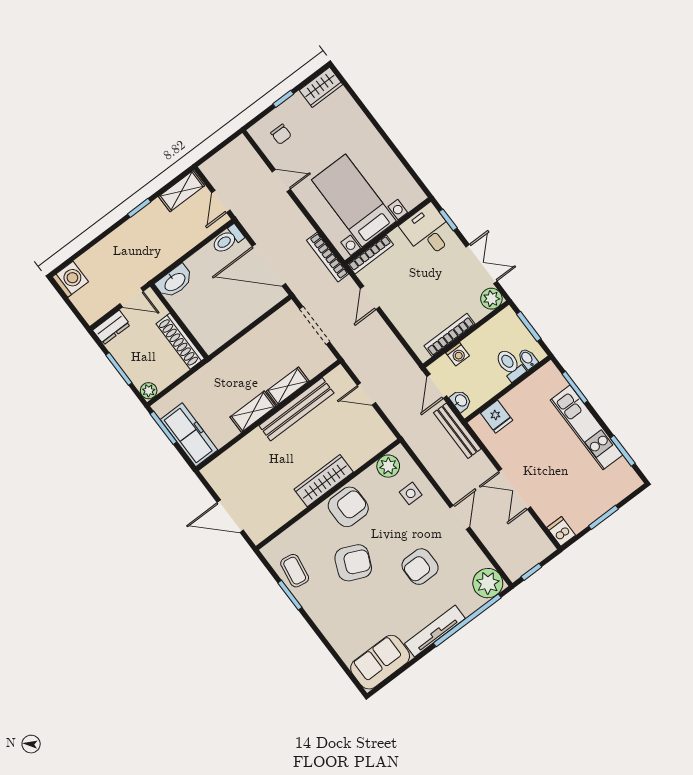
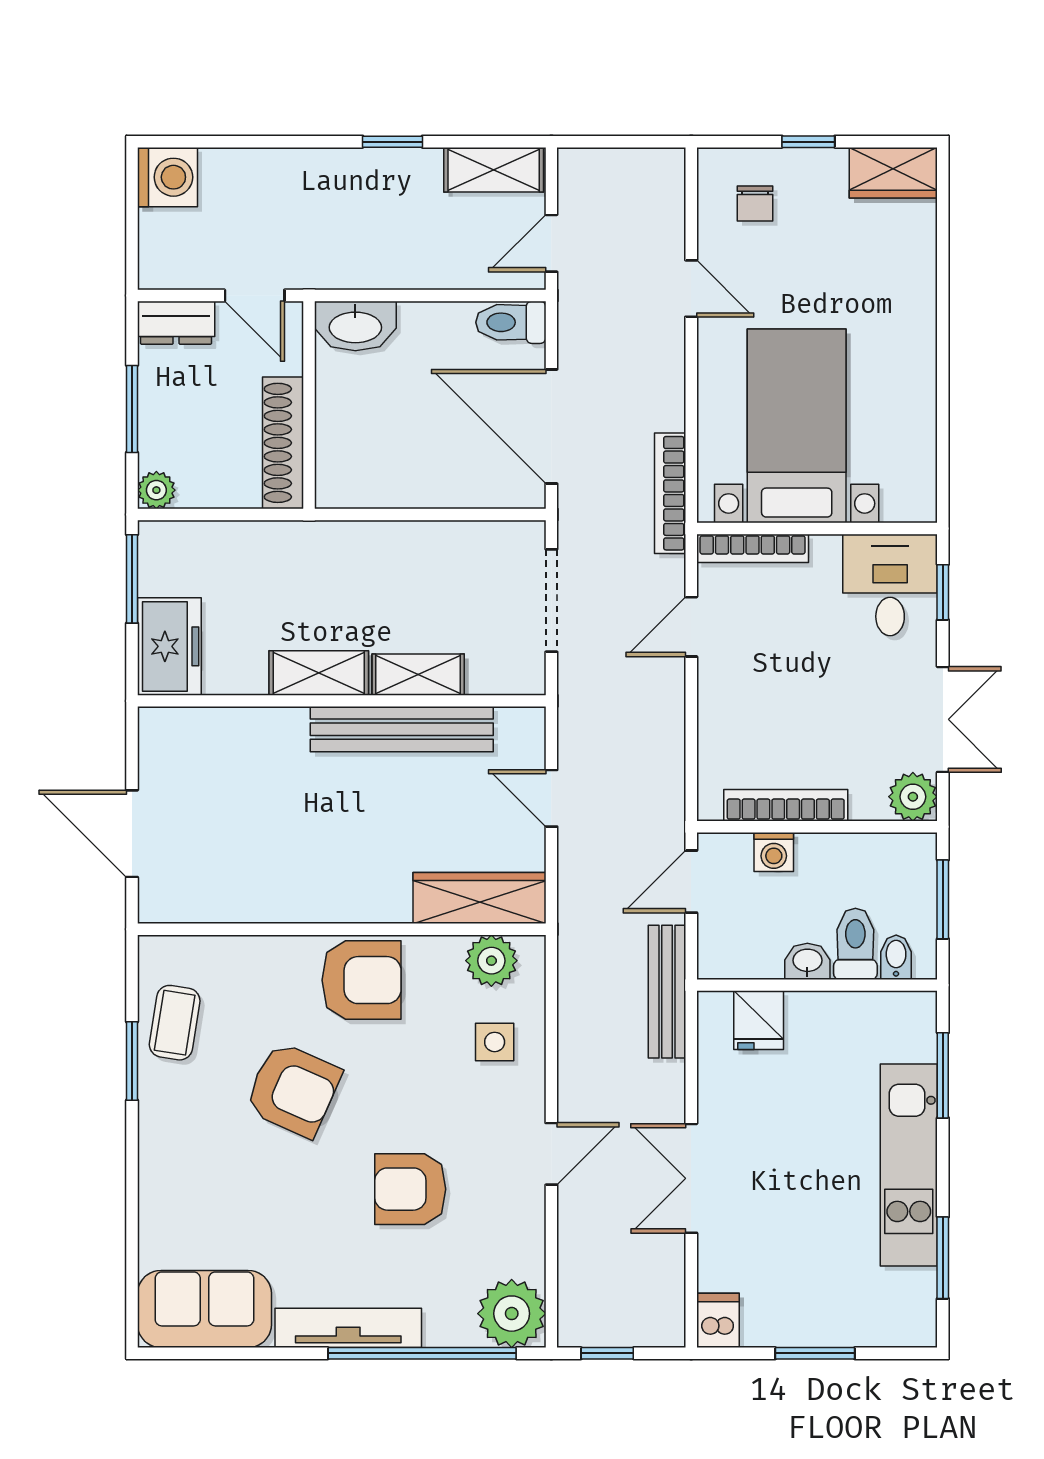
washbasin: (461, 401) -> (807, 961), moved, turned -90
freezer: (189, 435) -> (169, 646), width x0.71
wardrobe: (324, 481) -> (480, 898), moved

